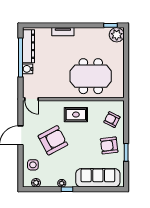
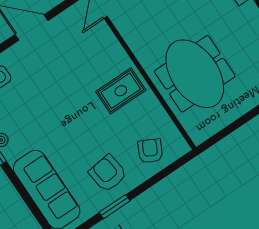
rug: (76, 115) -> (121, 91), turned 90
armchair: (53, 140) -> (58, 82), removed

